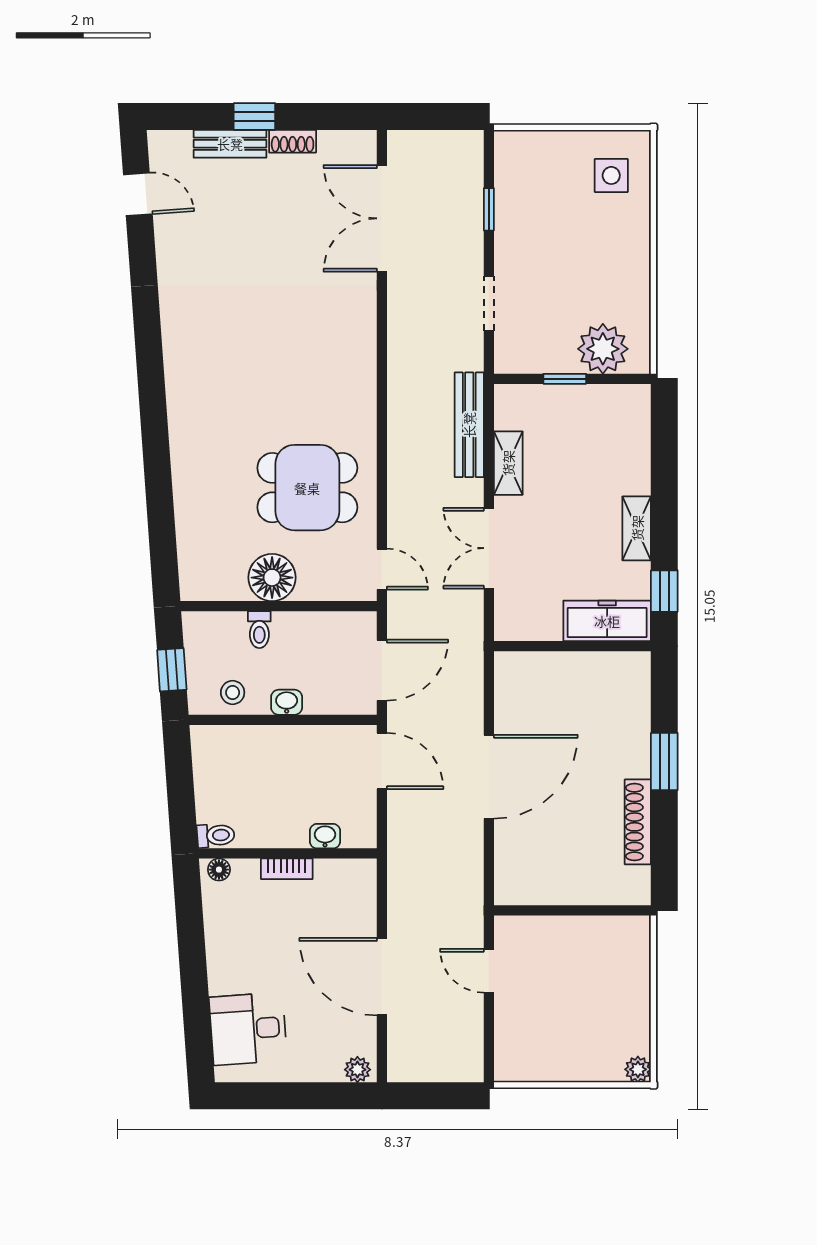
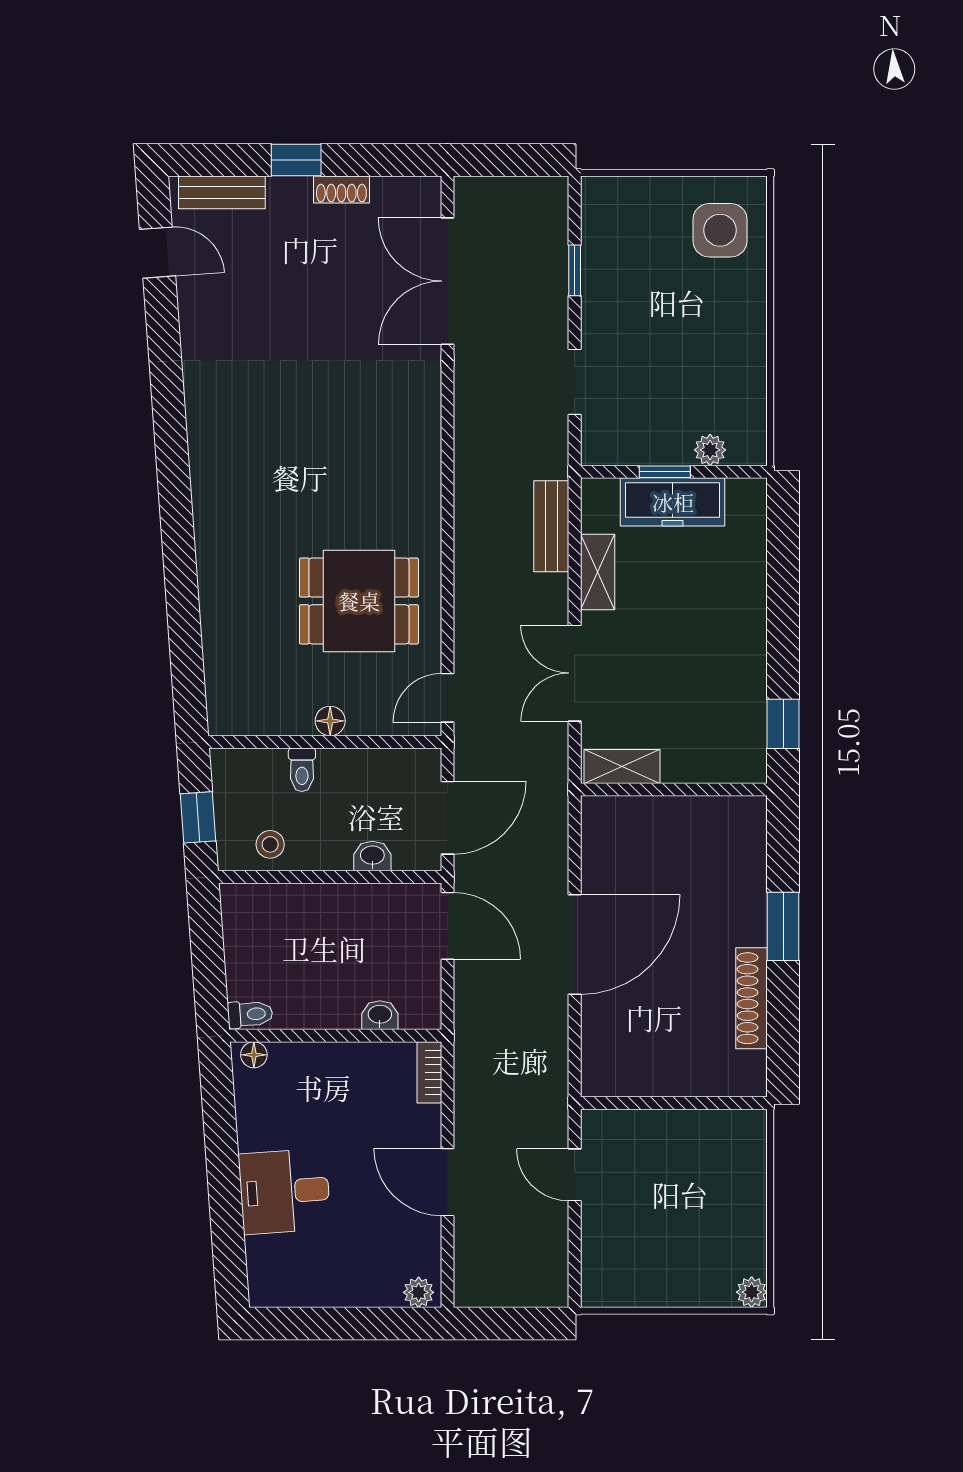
bench: (230, 144) -> (222, 192), moved
side table: (611, 175) -> (720, 230), width x1.37, depth x1.37
plant: (603, 349) -> (710, 450), width x0.53, depth x0.53
bench: (469, 425) -> (551, 526), width x0.73
shelving: (637, 528) -> (622, 766), moved, turned 90
door: (382, 569) -> (448, 698), swing flipped
floor lamp: (272, 578) -> (330, 721), width x0.53, depth x0.53
freezer: (607, 621) -> (673, 502), moved, turned 180
washbasin: (287, 702) -> (372, 856), moved
bookcase: (287, 869) -> (429, 1072), moved, turned 90
door: (382, 977) -> (448, 1182), width x0.73
desk: (248, 1029) -> (285, 1191), moved

